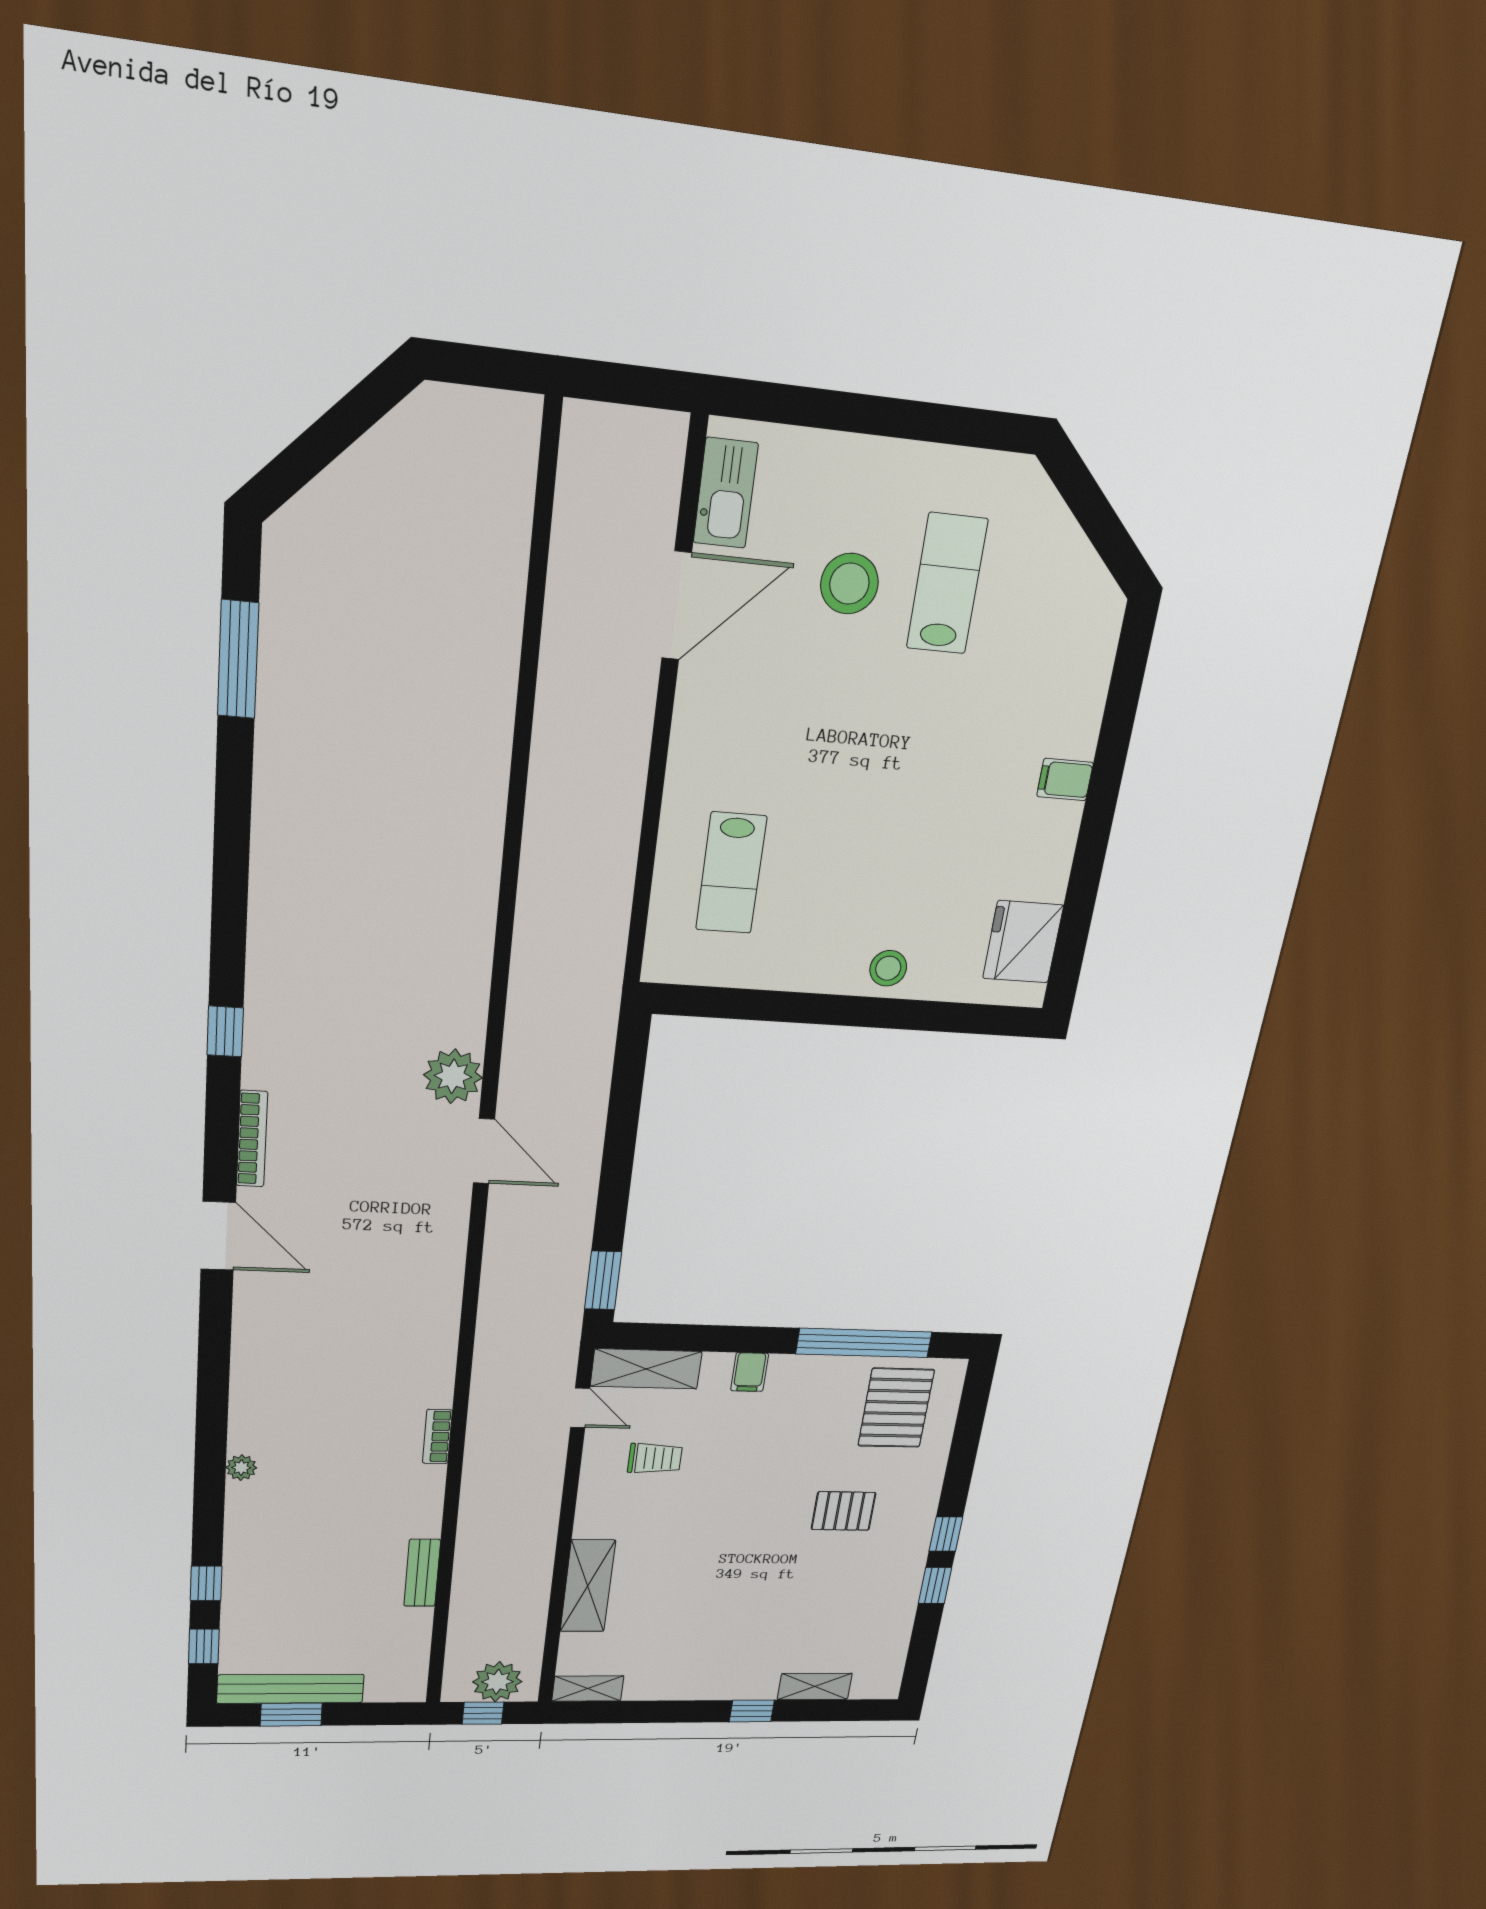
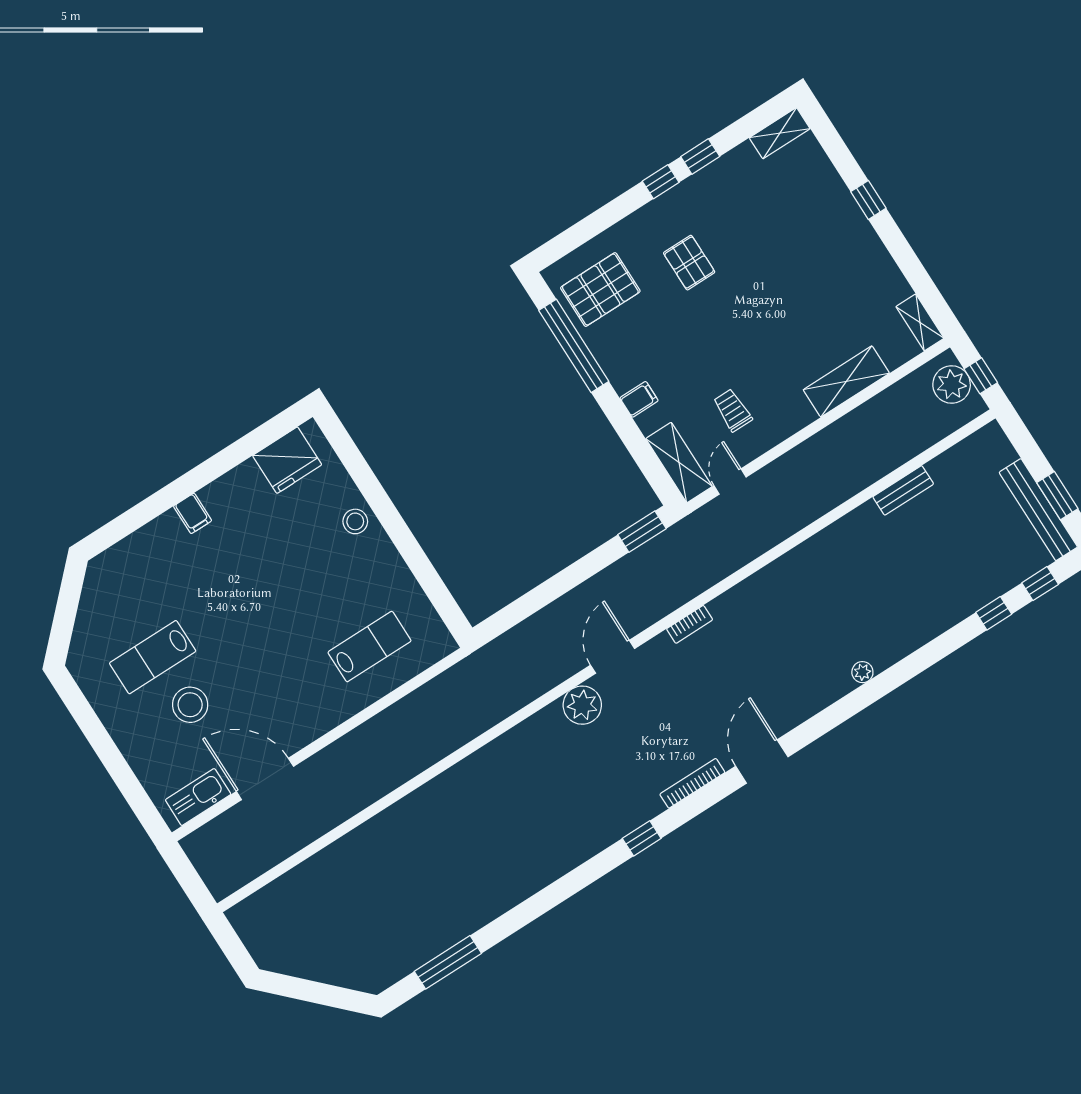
bookcase: (437, 1437) -> (690, 624), moved
plant: (241, 1468) -> (862, 672), moved
shelving: (815, 1687) -> (780, 133), moved, turned 90

